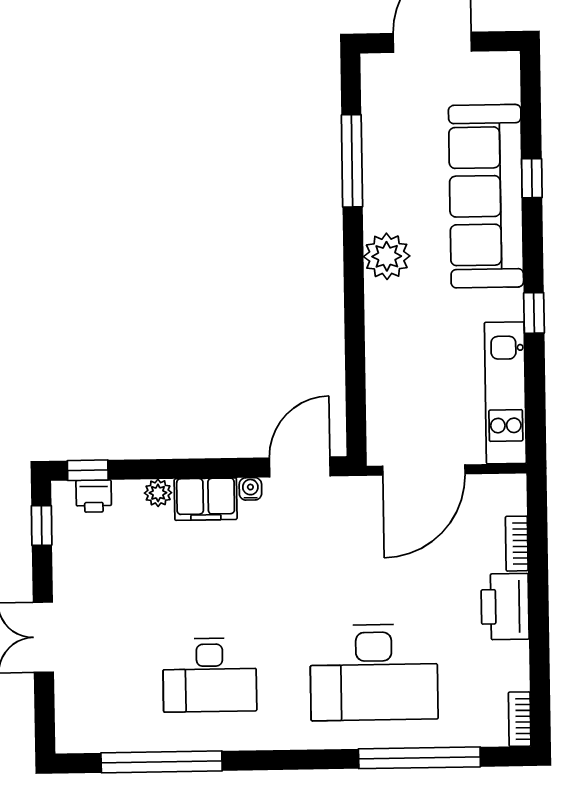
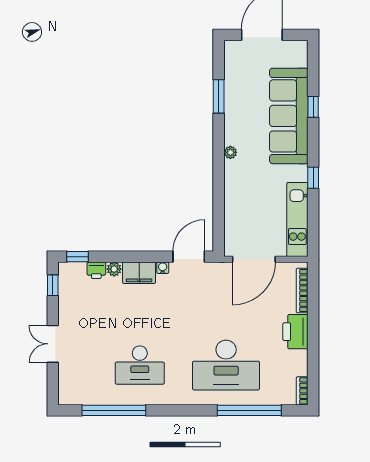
window: (352, 161) -> (219, 96), width x0.69
plant: (387, 256) -> (230, 152), width x0.53, depth x0.53
printer: (94, 496) -> (96, 270), moved
bookcase: (517, 544) -> (302, 291), width x1.56

